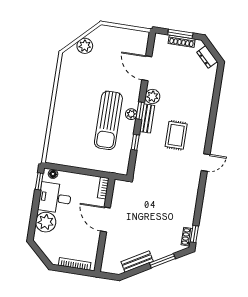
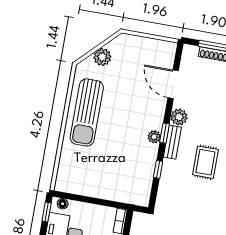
sun lounger: (108, 120) -> (87, 112), moved

